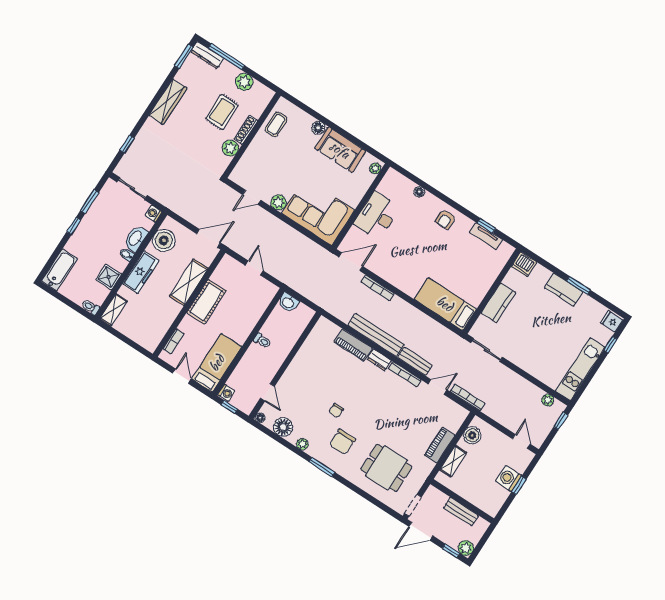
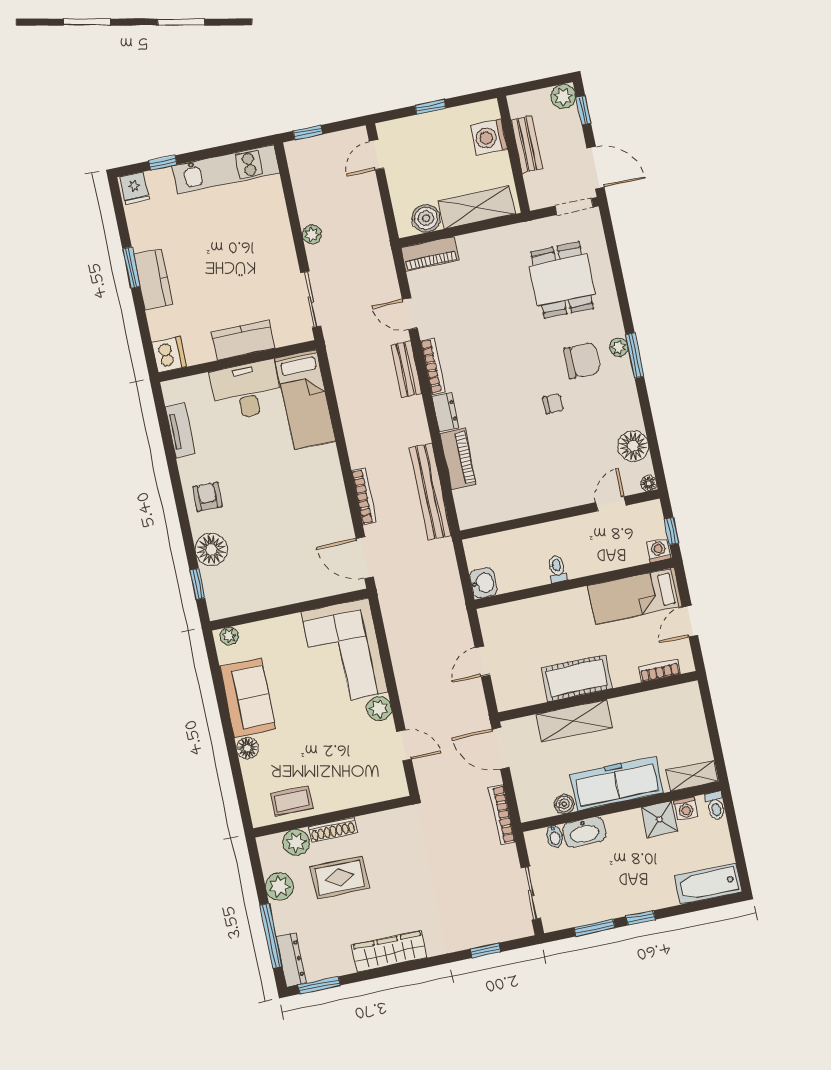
plant: (230, 148) -> (296, 842), moved
floor lamp: (419, 192) -> (211, 549), width x1.89, depth x1.89
washing machine: (154, 214) -> (686, 809), moved
desk: (377, 216) -> (246, 390), moved, turned 180
armchair: (445, 219) -> (207, 497), turned -88
window: (486, 226) -> (197, 584), moved
boiler: (164, 240) -> (564, 804), width x0.54, depth x0.54
bidet: (127, 254) -> (555, 837), moved
freezer: (141, 272) -> (616, 784), width x1.36, depth x1.26
bench: (376, 335) -> (430, 492), moved
bookcase: (467, 397) -> (502, 815), moved
plant: (548, 400) -> (312, 234), moved
plant: (302, 444) -> (619, 347), moved
piano: (440, 445) -> (430, 254), moved
shelving: (453, 461) -> (477, 207), width x1.50, depth x1.33
washing machine: (509, 479) -> (489, 137), moved, turned 90

